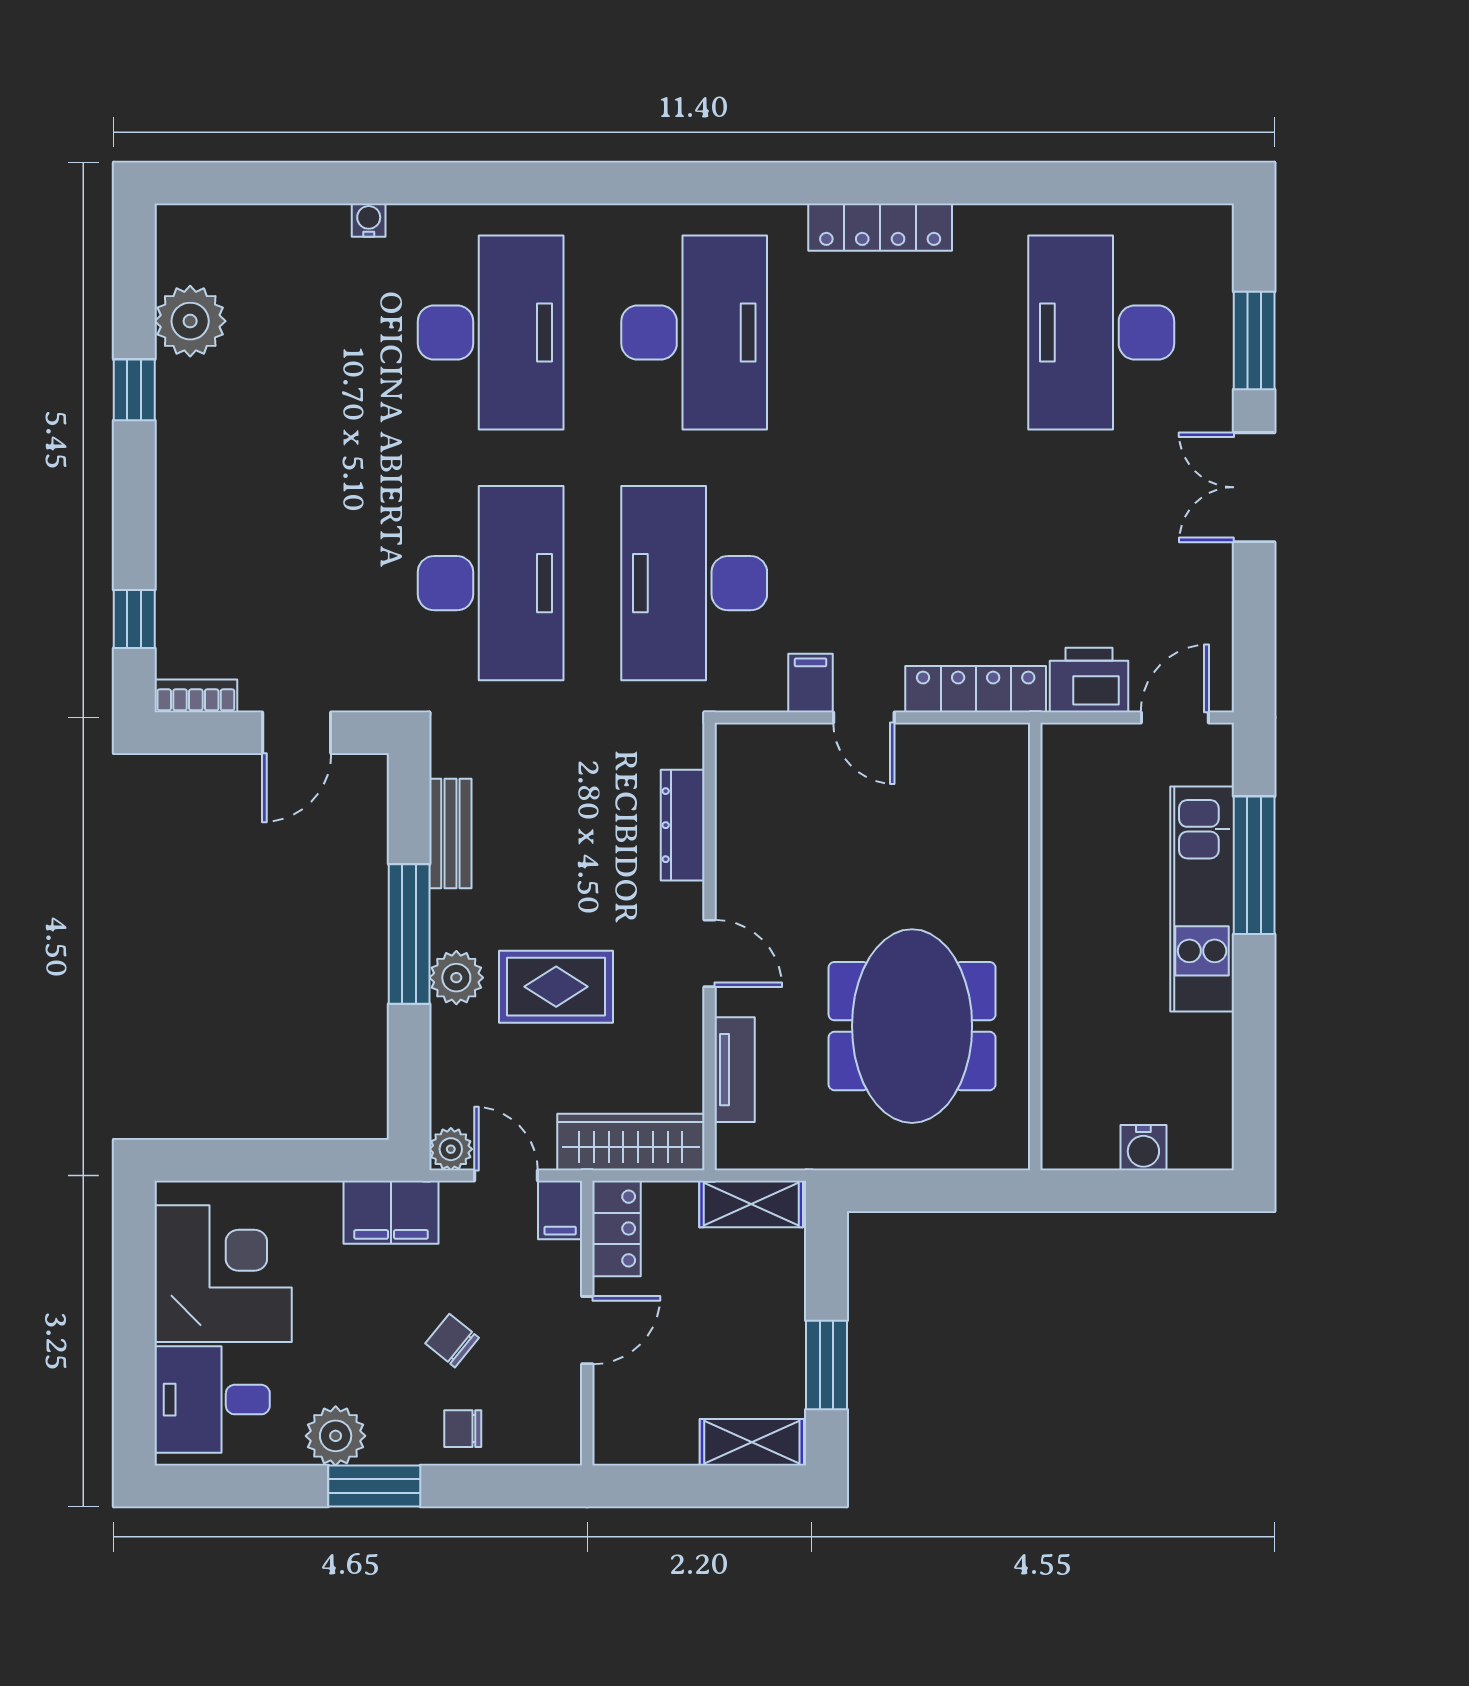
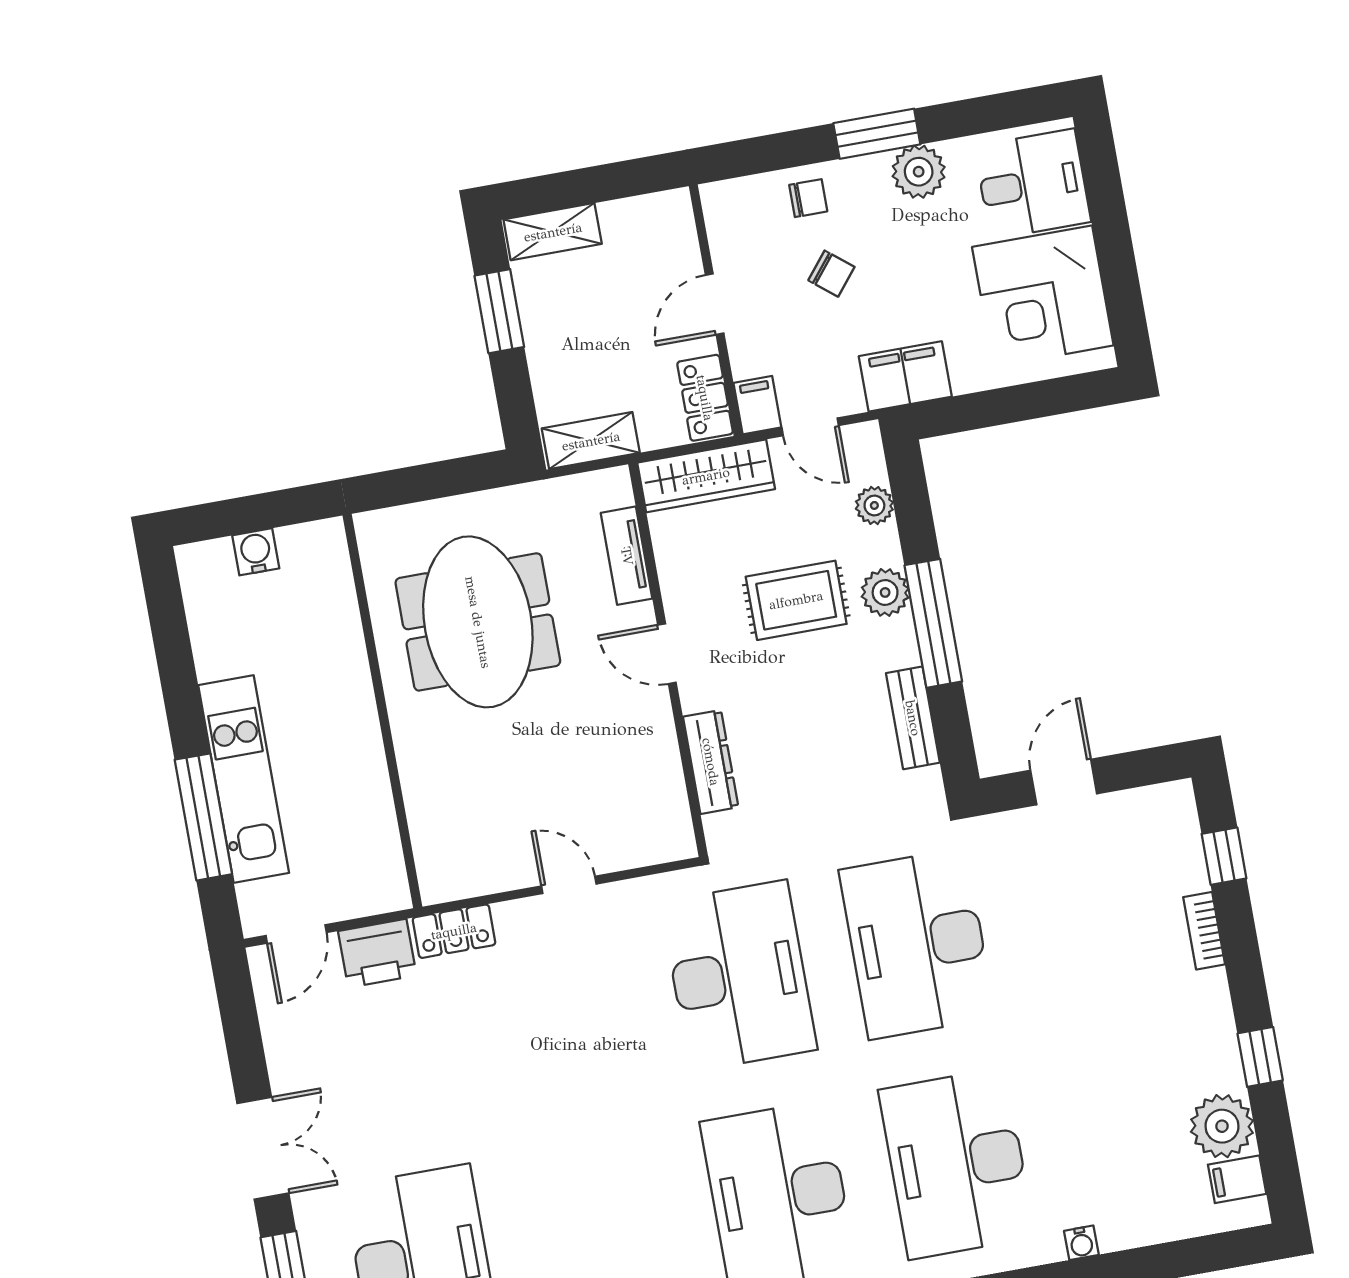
filing cabinet: (811, 683) -> (1237, 1179), moved, turned 90
locker: (976, 689) -> (454, 931), width x0.66
bookcase: (196, 696) -> (1204, 931), moved, turned 90
plant: (451, 1149) -> (874, 505), moved

